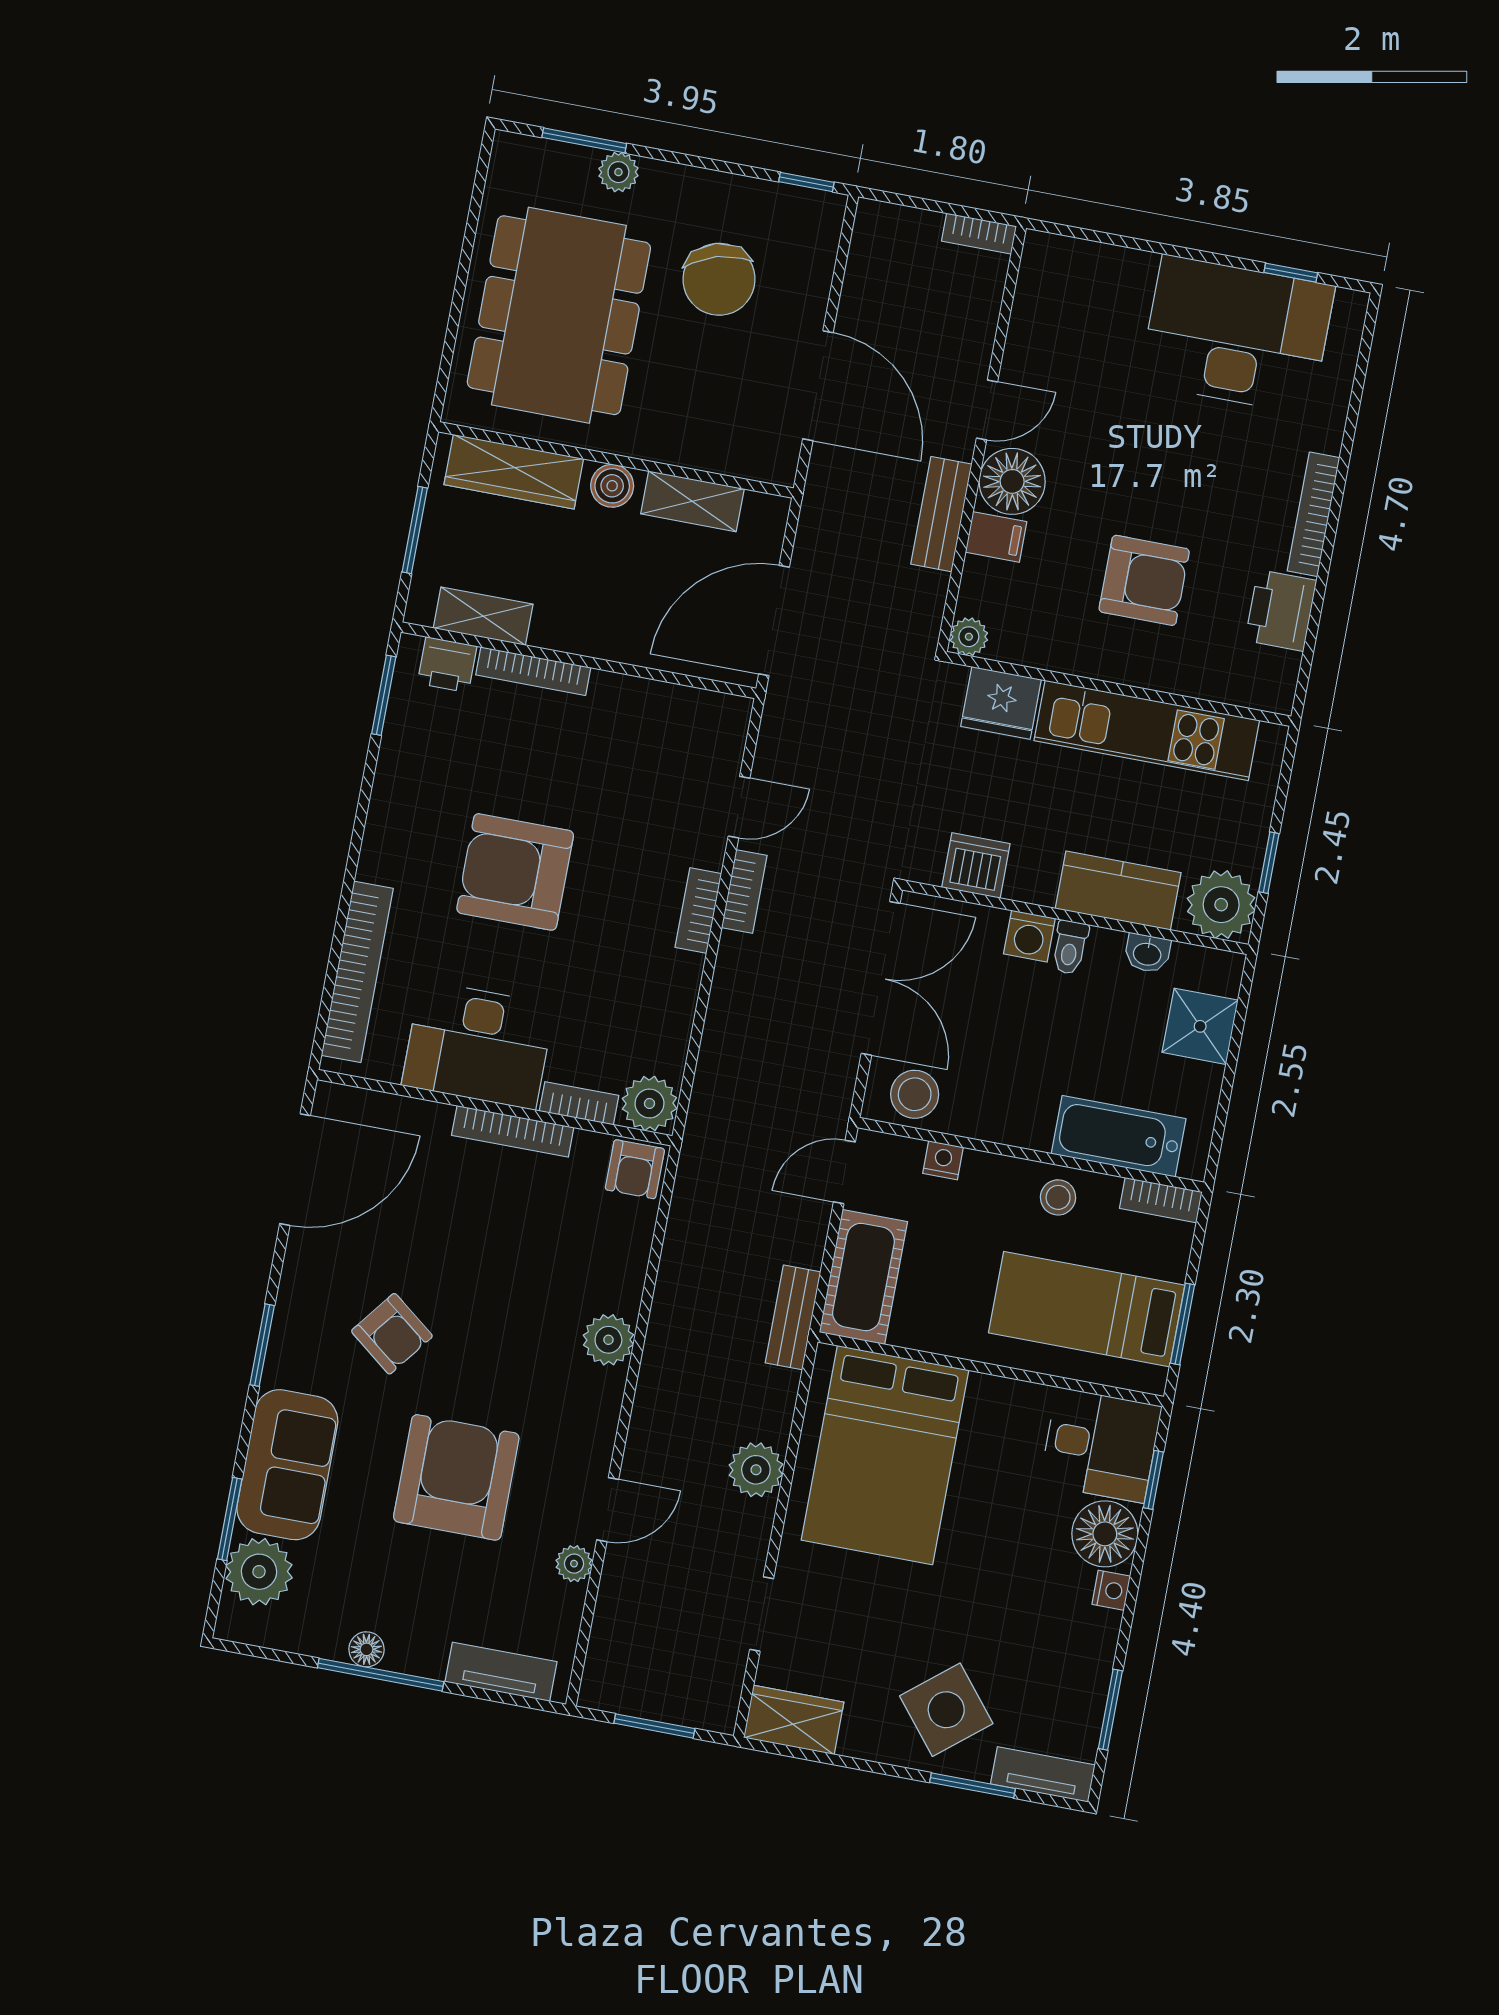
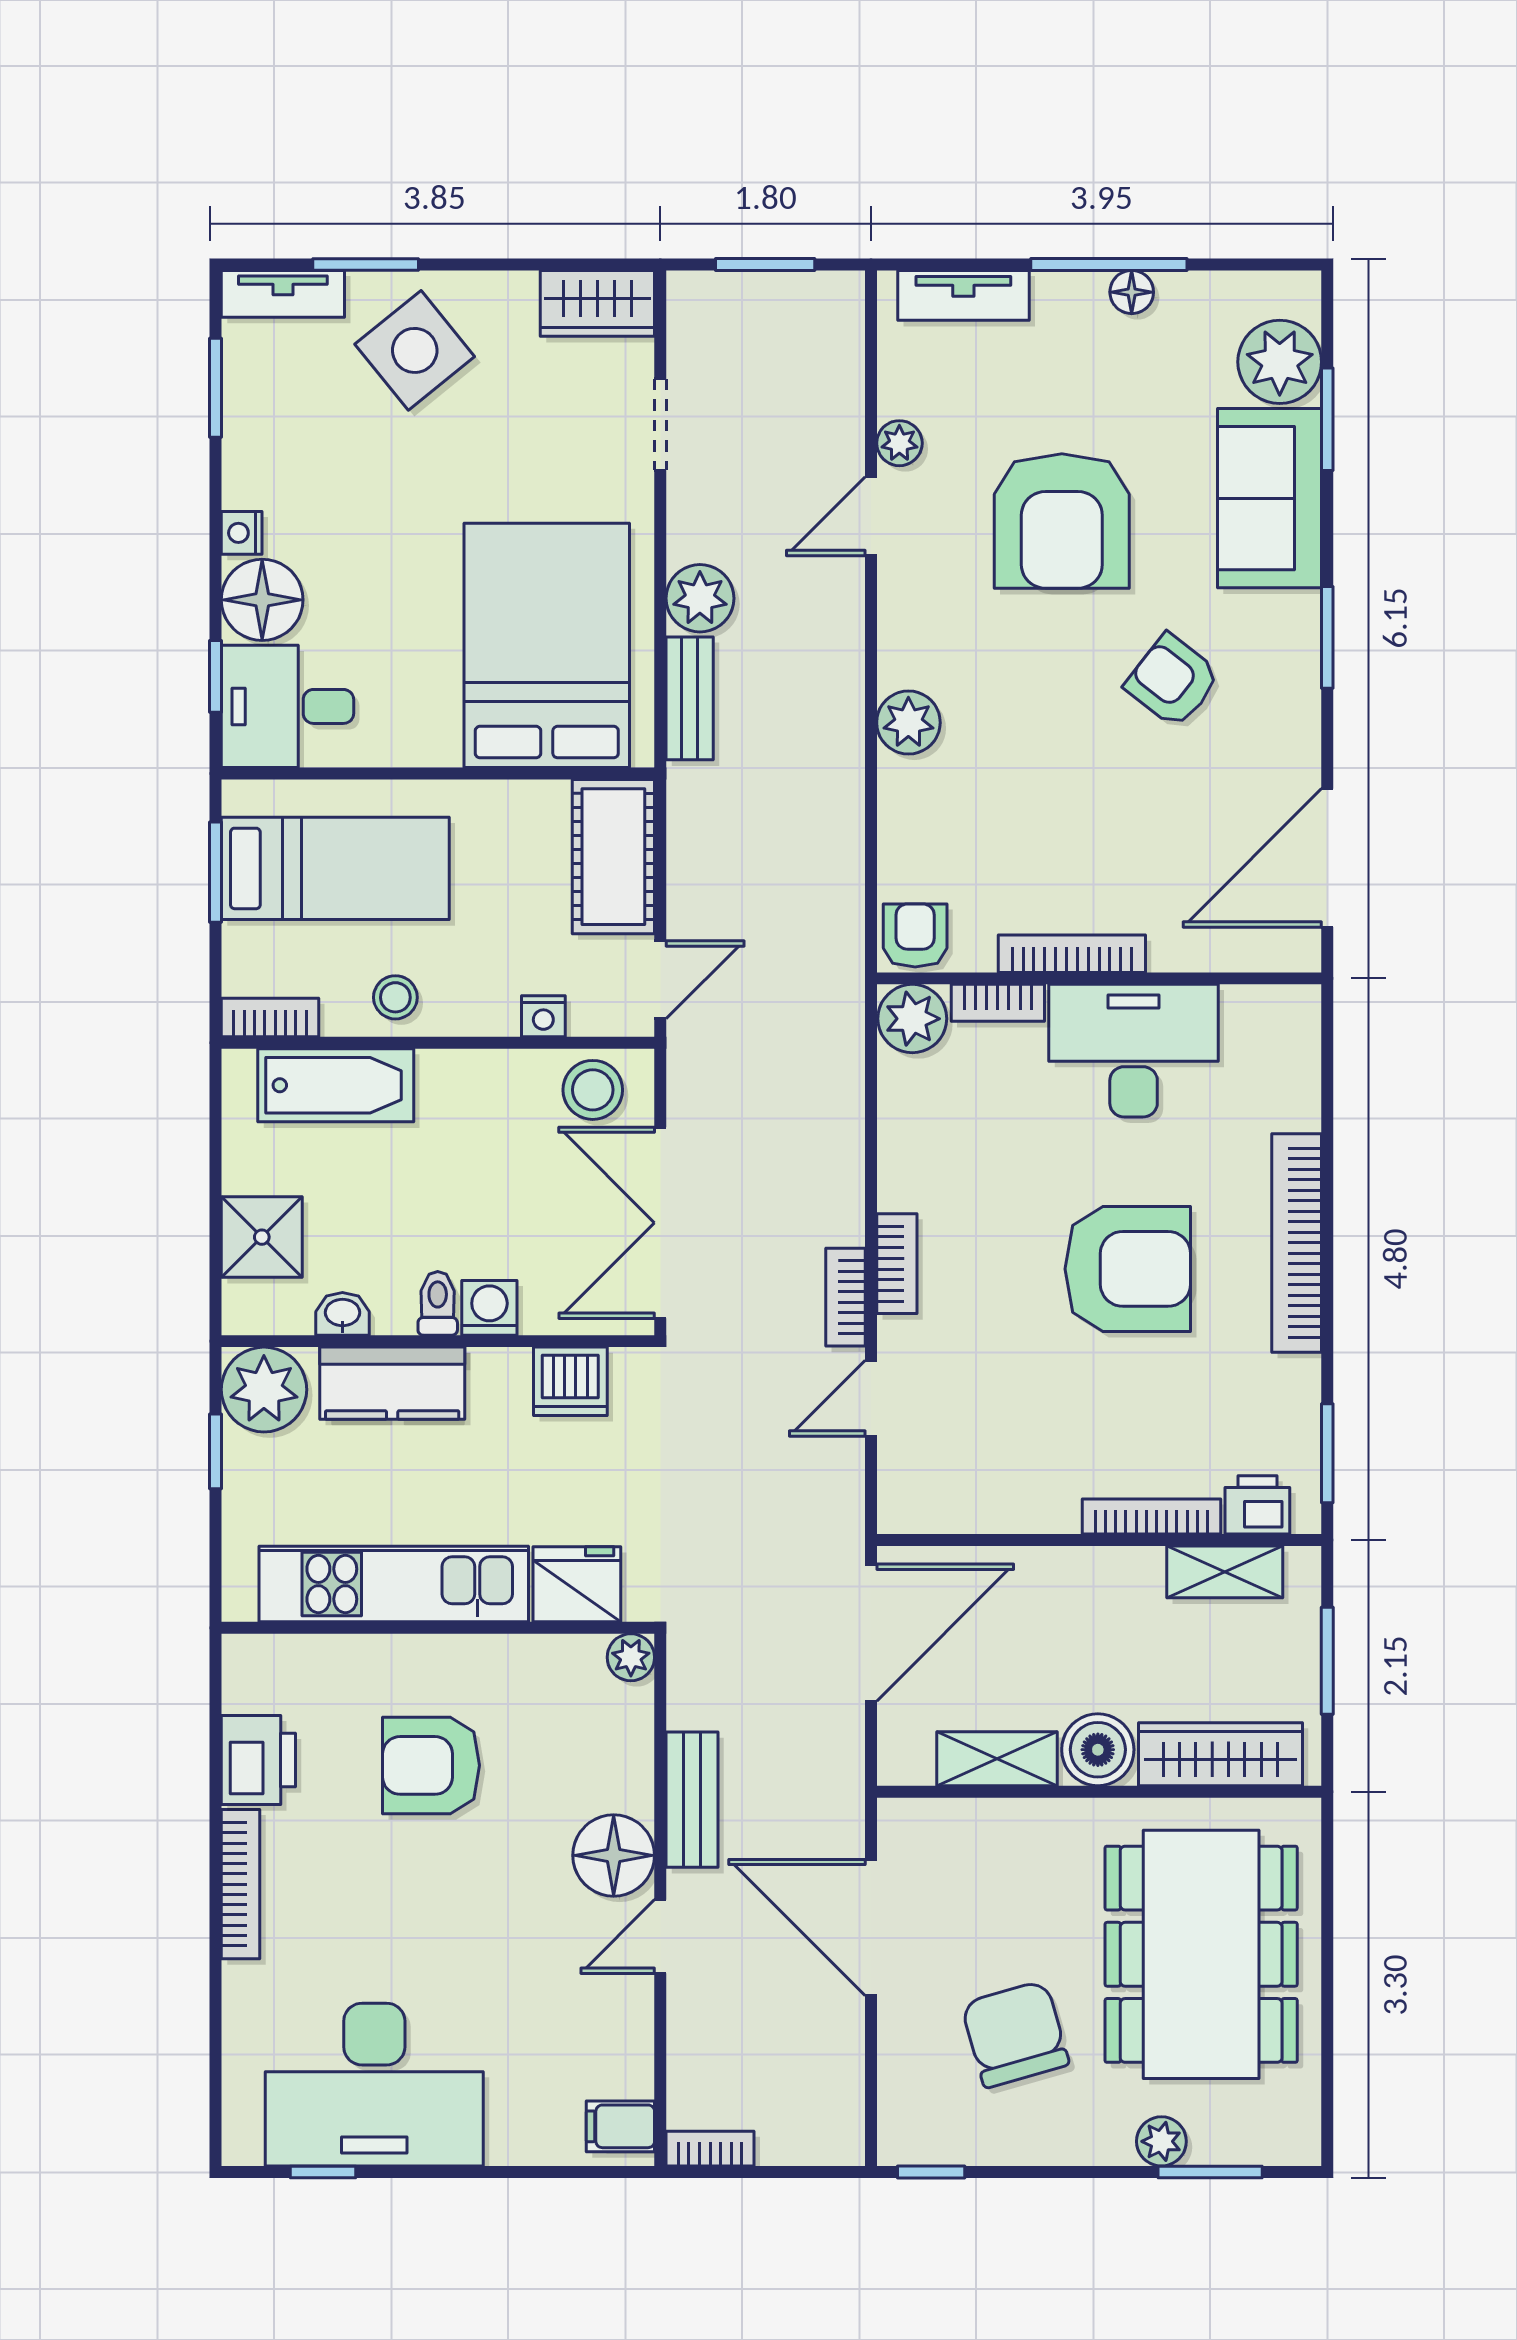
boiler: (612, 486) -> (1098, 1750), width x1.36, depth x1.36
filing cabinet: (996, 537) -> (620, 2126), moved
bookcase: (357, 972) -> (1297, 1243), moved
bench: (793, 1317) -> (690, 698), moved

